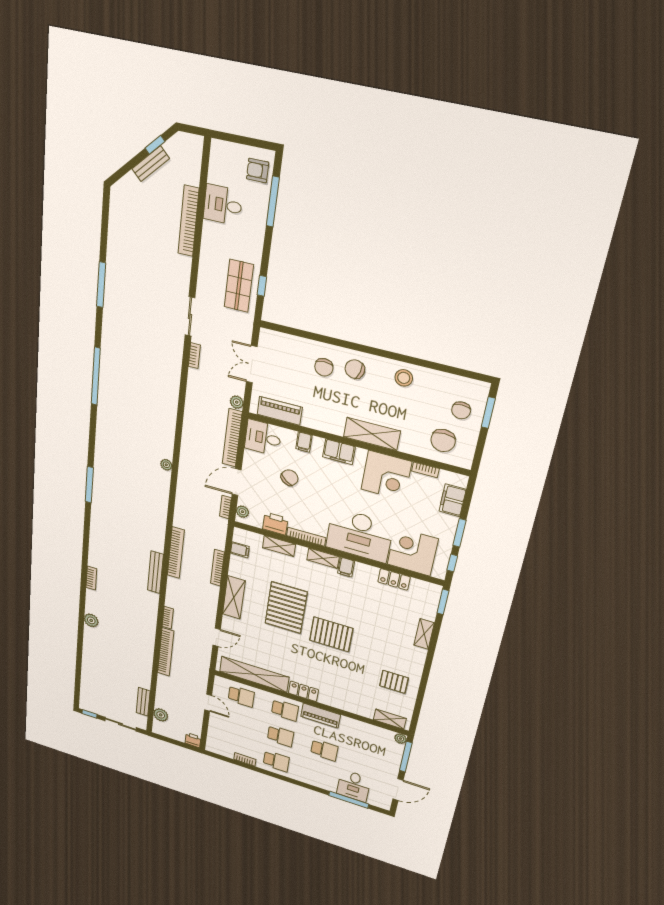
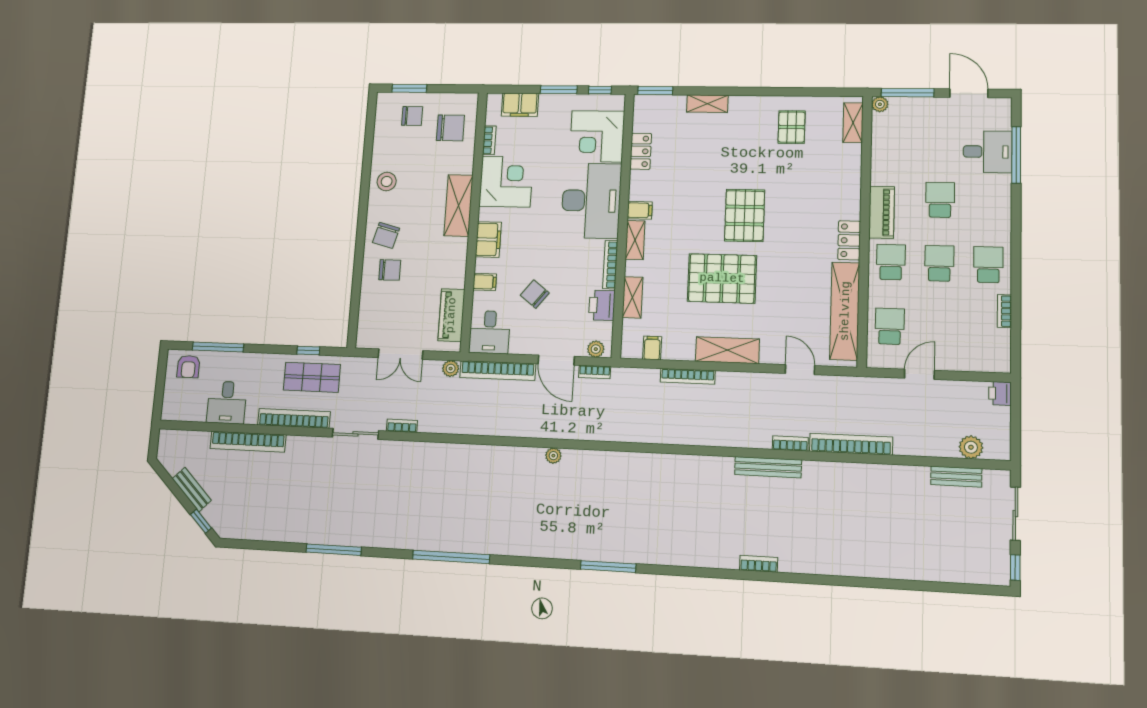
window: (155, 145) -> (201, 521), moved
bookcase: (176, 553) -> (294, 418), moved
bench: (155, 572) -> (768, 467), moved
plant: (91, 620) -> (833, 564), removed

